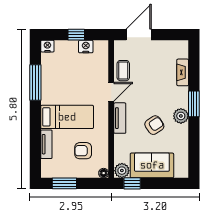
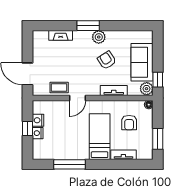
nightstand: (47, 46) -> (38, 133), moved
door: (111, 92) -> (78, 98), swing flipped
tv unit: (120, 118) -> (114, 90), moved

